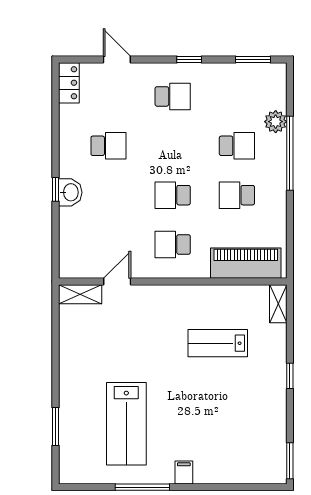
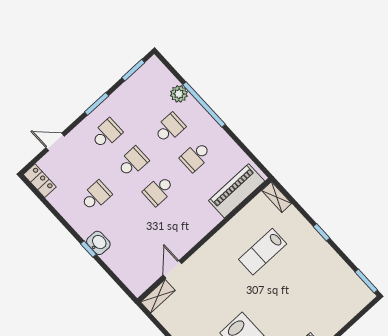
window: (189, 59) -> (97, 104), width x1.50
school desk: (173, 244) -> (133, 162), moved, turned 180

